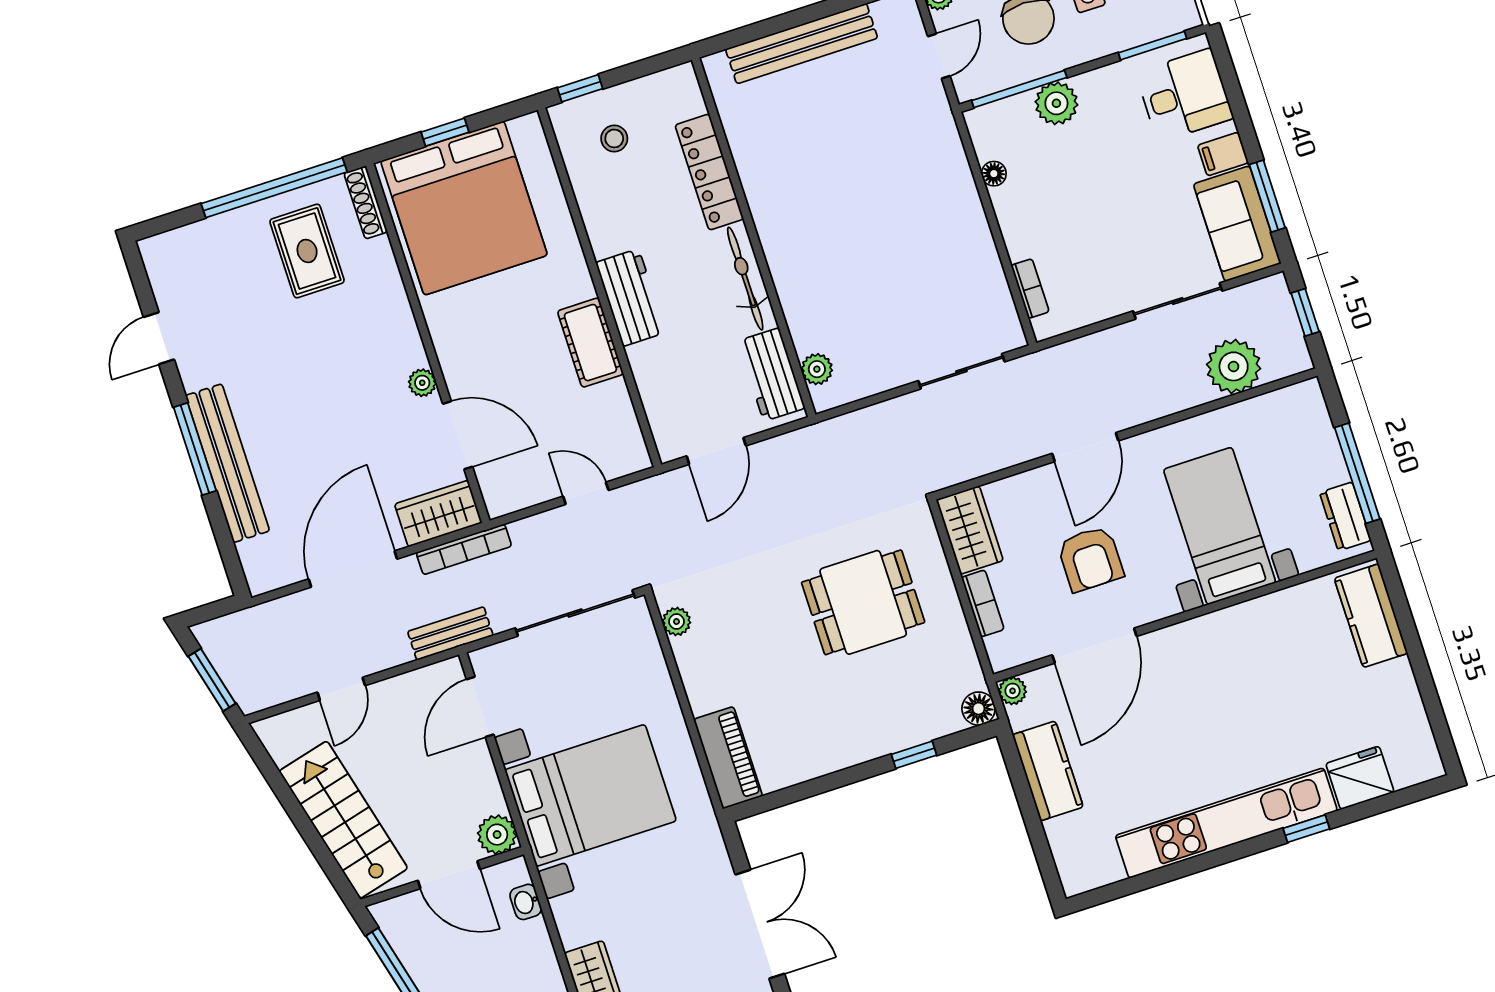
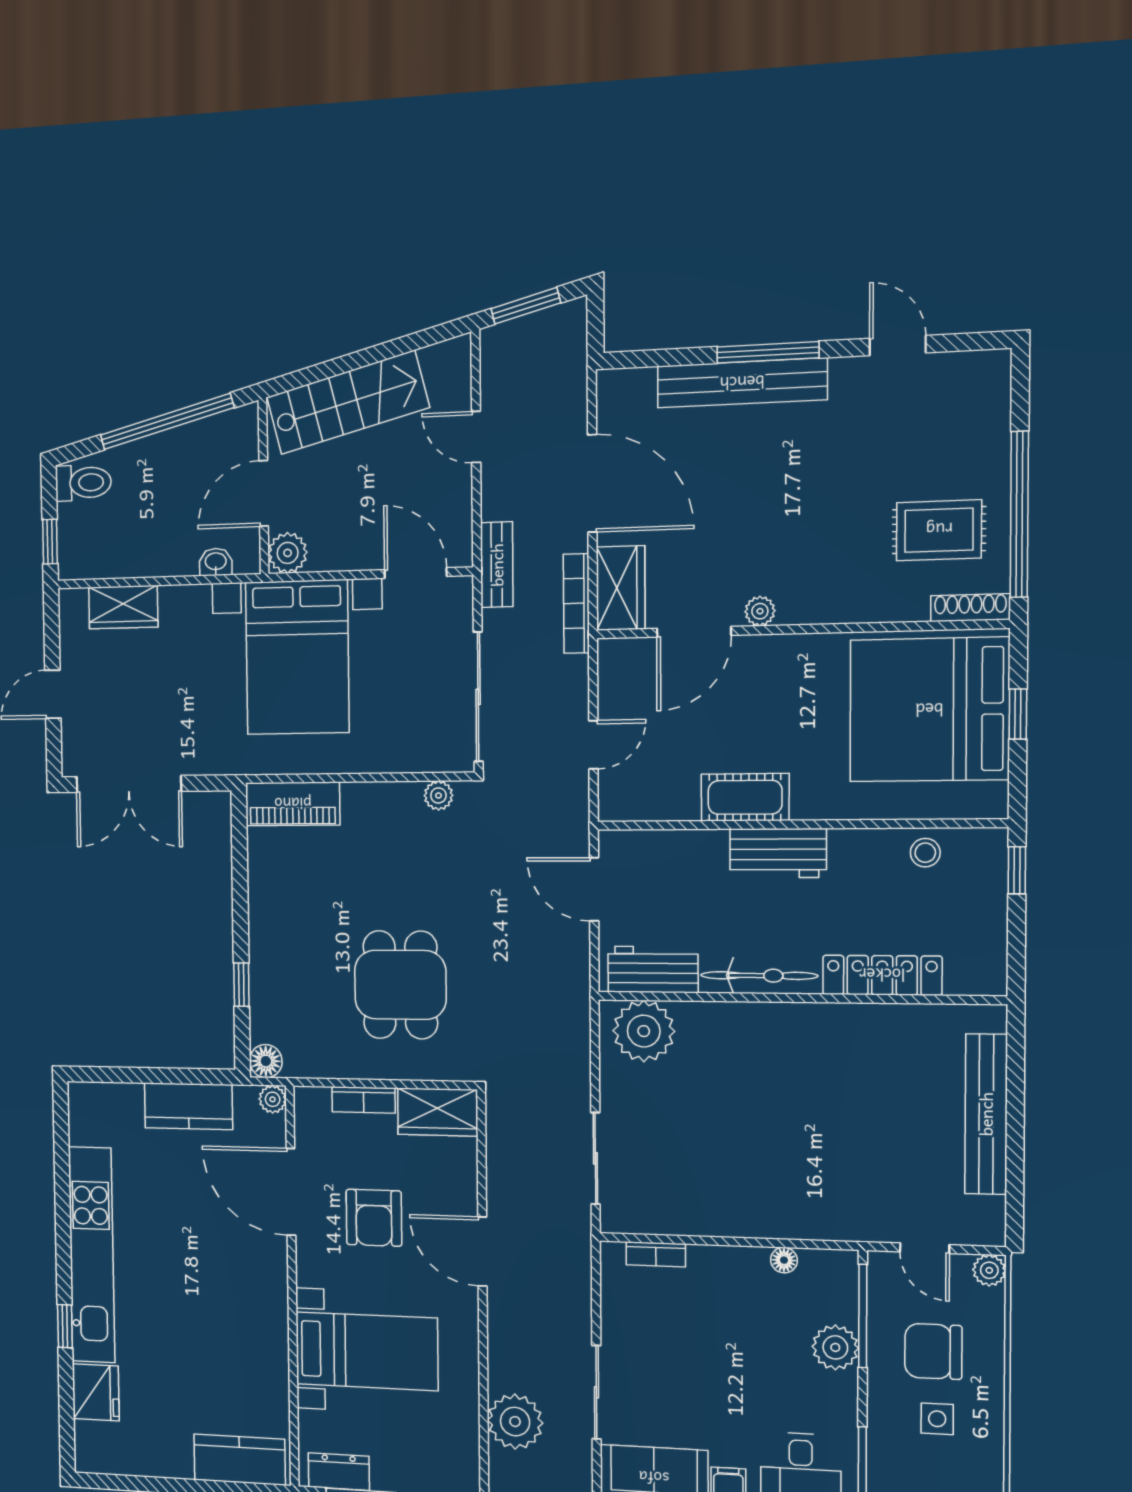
stool: (614, 138) -> (925, 853), moved
plant: (817, 369) -> (644, 1031), width x1.88, depth x1.88
armchair: (1090, 559) -> (374, 1218), turned -90

